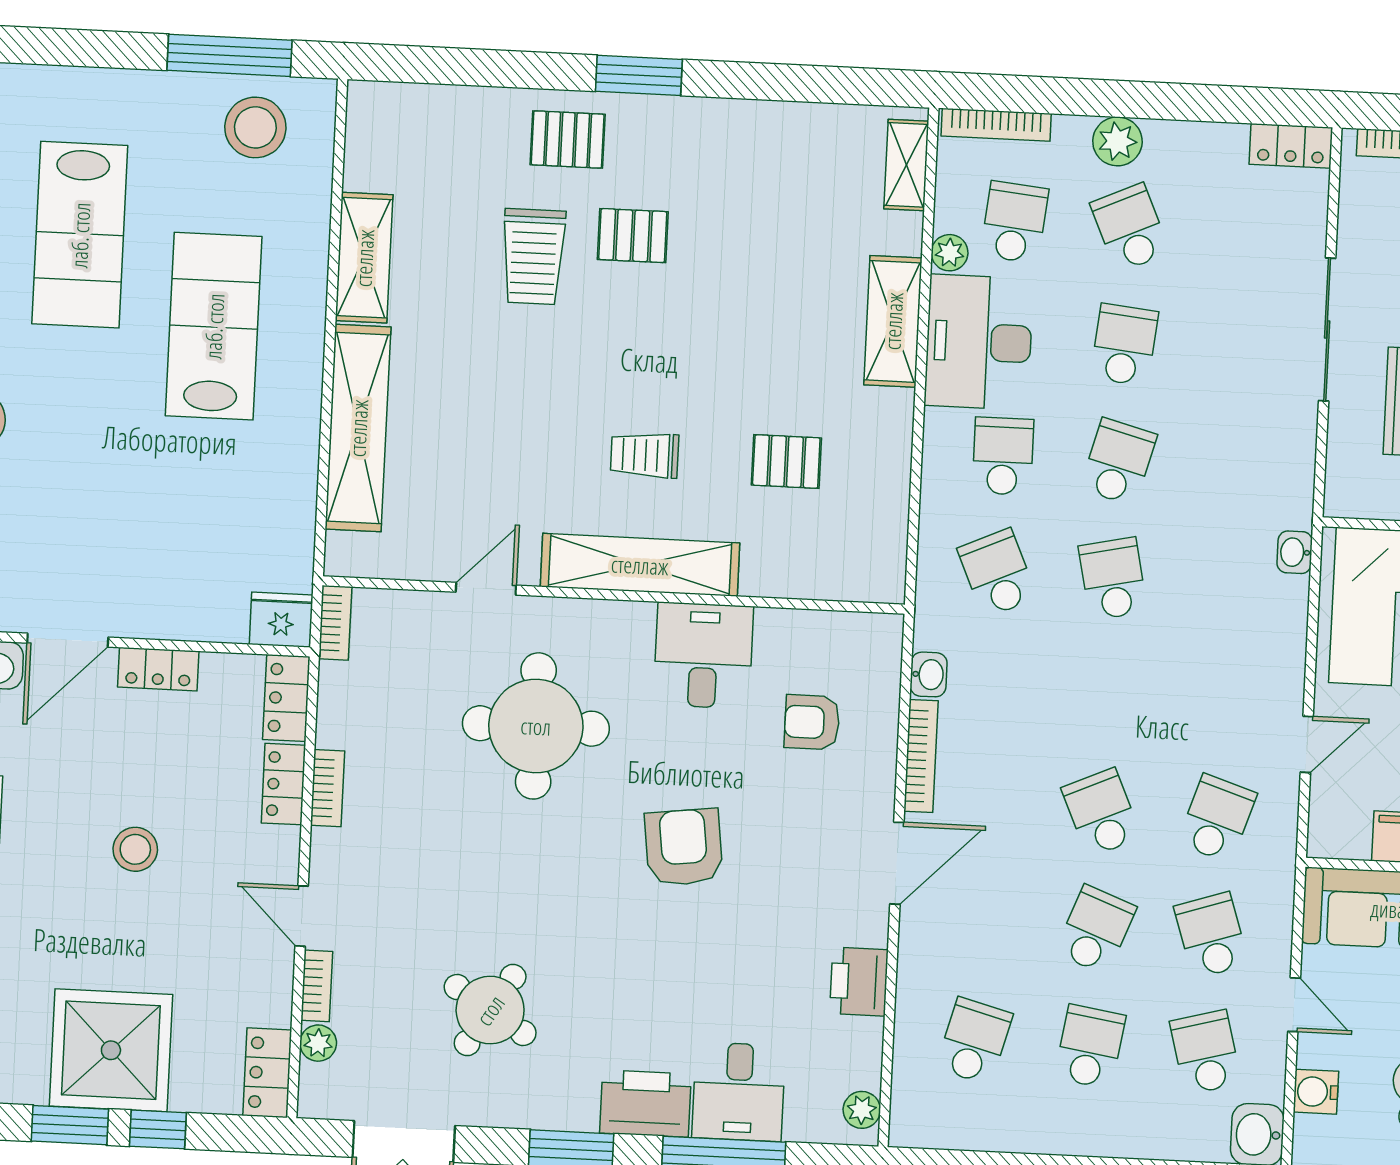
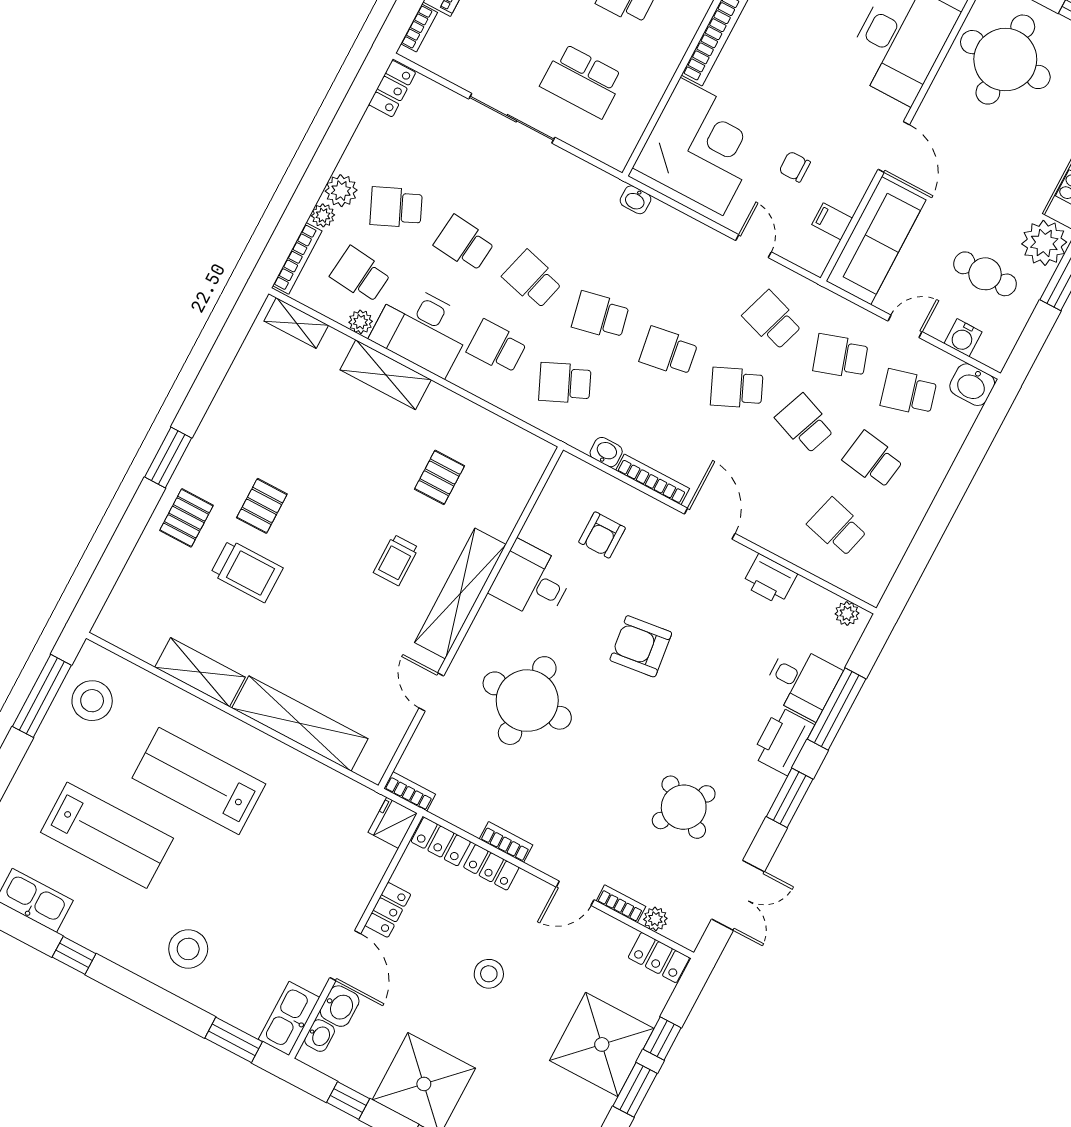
plant: (1072, 132) -> (323, 215), added
school desk: (1107, 696) -> (669, 352), added

